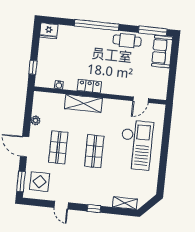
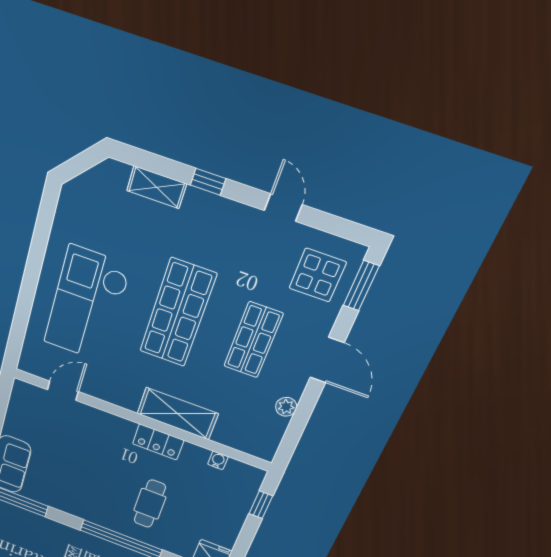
cafe table: (127, 41) -> (150, 504), moved, turned 90
shop shelf: (94, 151) -> (178, 313), width x1.43, depth x1.36
shelving: (125, 203) -> (157, 187), moved

